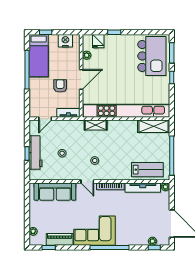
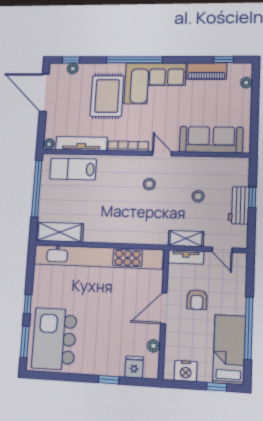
door: (45, 119) -> (222, 250), swing flipped
shelving: (96, 125) -> (186, 239), moved
workbench: (35, 153) -> (239, 205), width x0.73
rug: (127, 221) -> (107, 96), added

